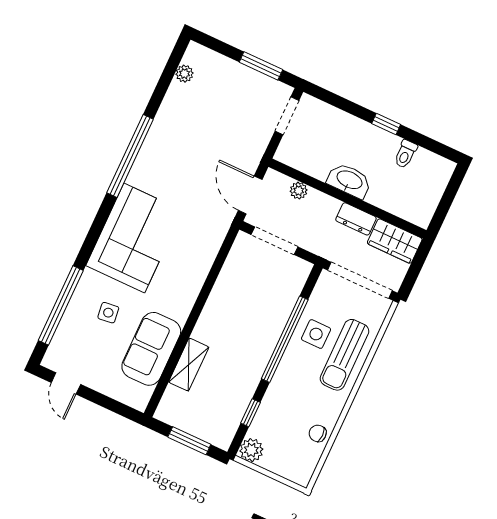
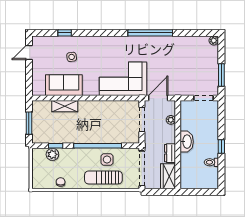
plant: (184, 74) -> (214, 41), moved
corner sofa: (134, 238) -> (123, 79), moved, turned 180
window: (61, 305) -> (65, 33), width x0.32
plant: (251, 450) -> (52, 154), moved

